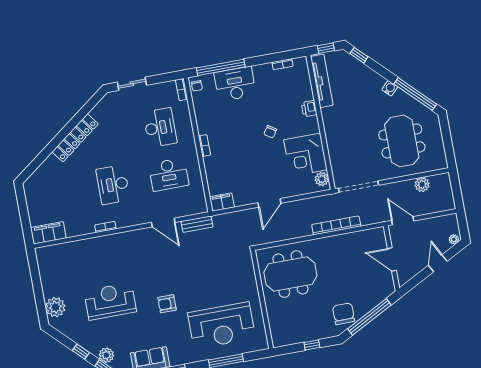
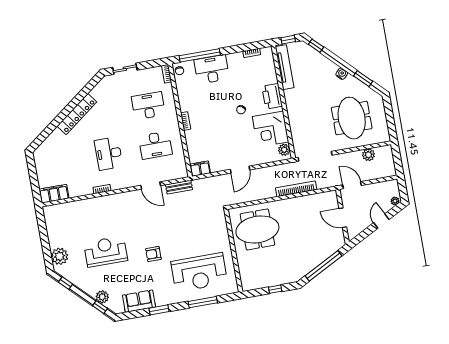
window: (415, 94) -> (363, 79), width x0.47
printer: (309, 109) -> (272, 96), width x1.87, depth x1.48
desk: (160, 128) -> (148, 106), turned -90
chair: (344, 314) -> (302, 263), removed
window: (81, 352) -> (65, 283), moved

